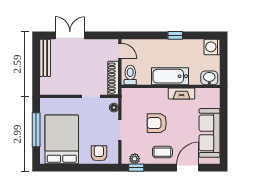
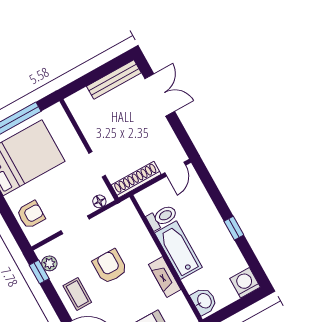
toilet: (130, 75) -> (162, 217), moved

